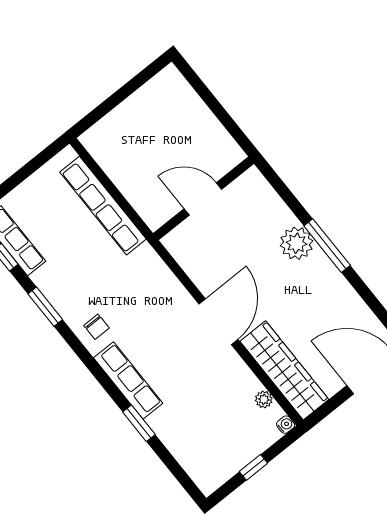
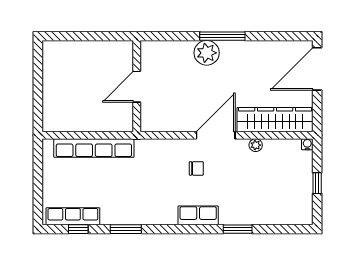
door: (218, 322) -> (216, 135), hinge flipped
chair: (97, 327) -> (196, 168), moved
row of seats: (128, 380) -> (198, 215), width x0.68
plant: (264, 399) -> (256, 145), moved

